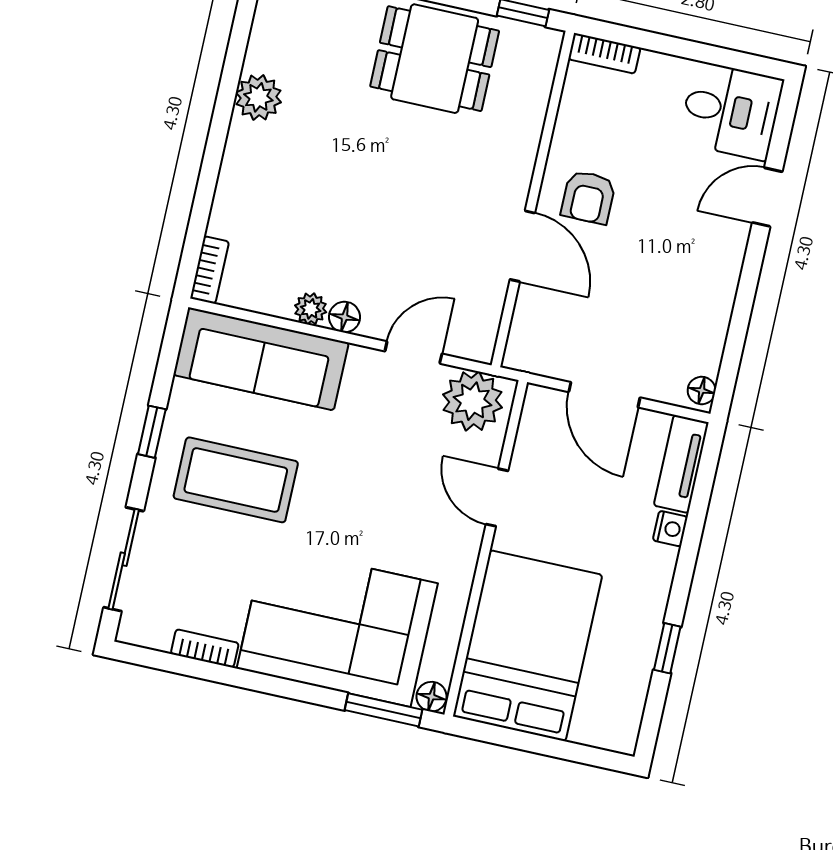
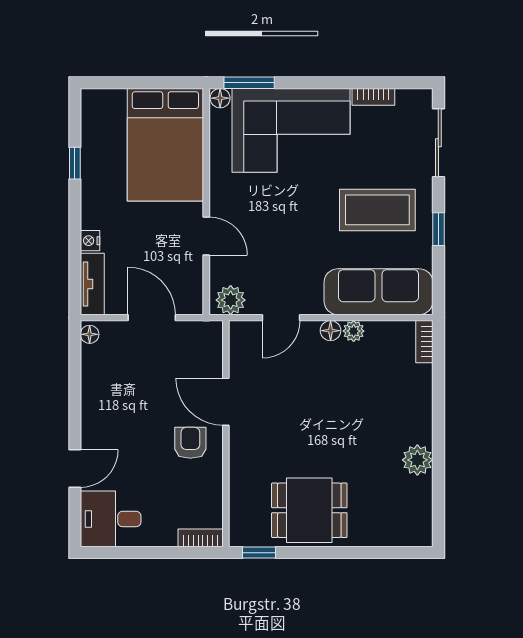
plant: (472, 401) -> (231, 300), width x0.73, depth x0.73

